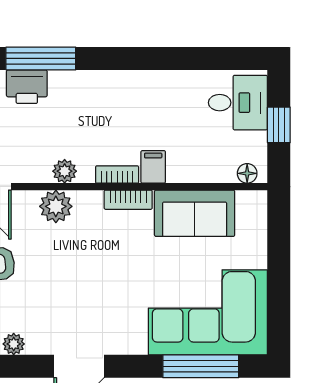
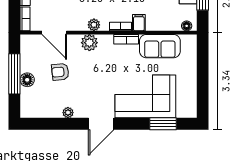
corner sofa: (208, 312) -> (145, 96), moved
window: (201, 366) -> (163, 124), width x0.69

